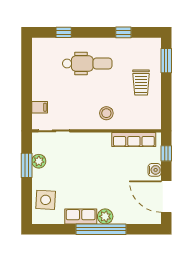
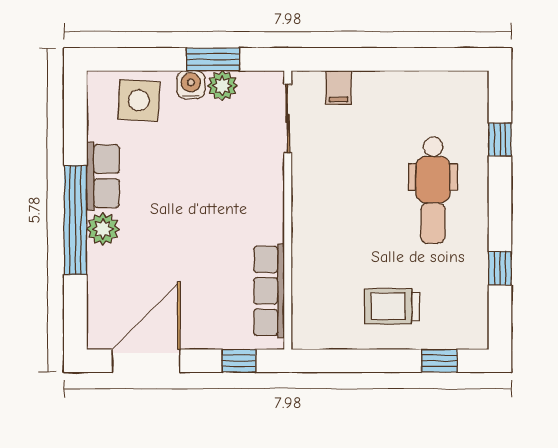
window: (166, 61) -> (439, 361), width x0.67
stool: (106, 113) -> (326, 232), removed
water cooler: (155, 170) -> (191, 85), moved, turned 180

